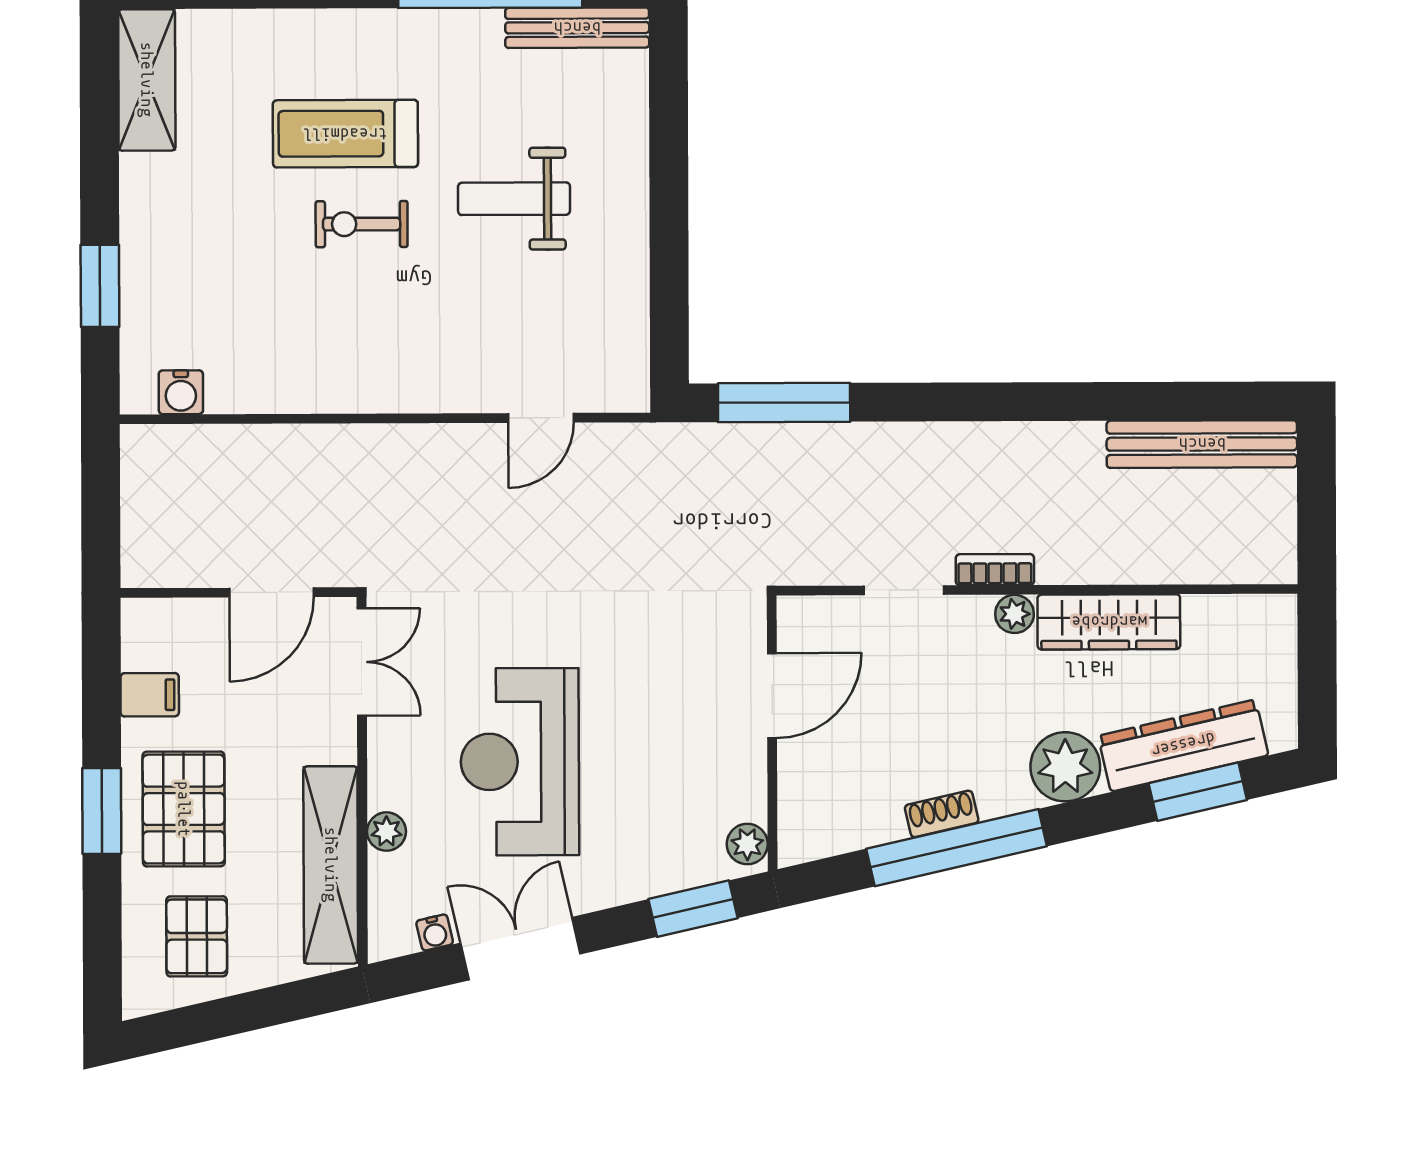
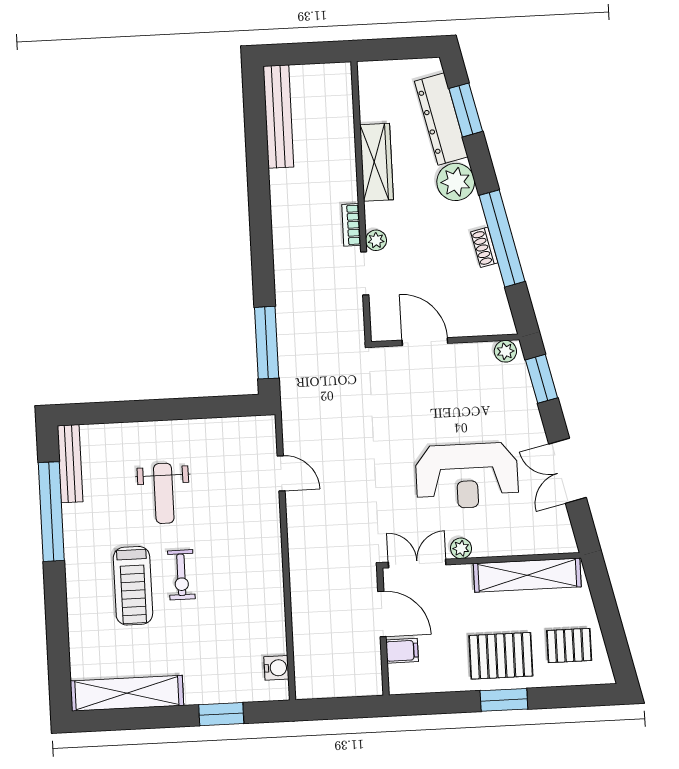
shelving: (147, 80) -> (127, 693), width x1.47
plant: (1015, 614) -> (376, 240), moved
filing cabinet: (150, 695) -> (402, 651), moved, turned 90
plant: (386, 832) -> (461, 548), moved
water cooler: (435, 932) -> (561, 517), removed

